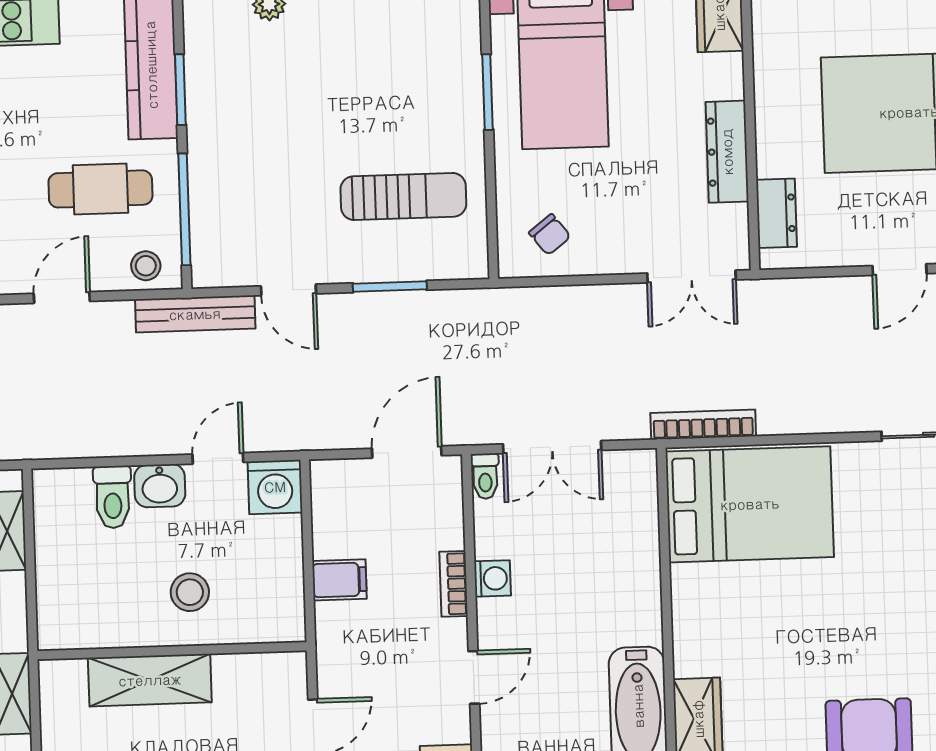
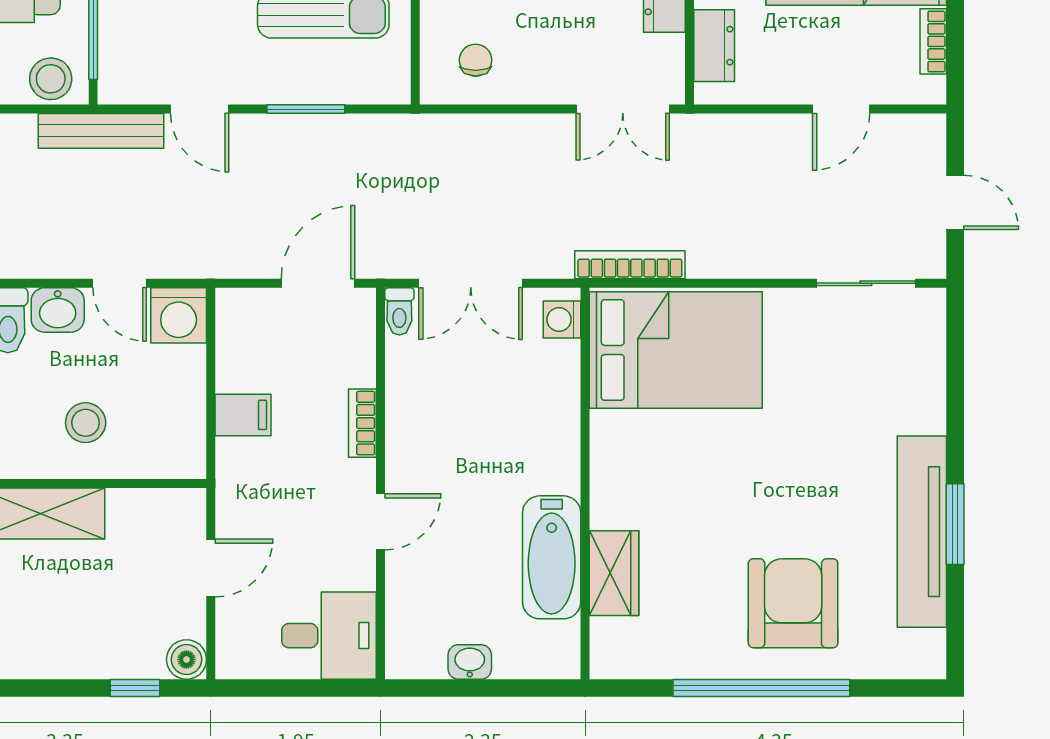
chair: (550, 235) -> (476, 60), turned -142
stool: (146, 266) -> (51, 79), width x1.37, depth x1.37
door: (218, 458) -> (120, 283), swing flipped
washing machine: (492, 578) -> (562, 320), moved, turned 180

